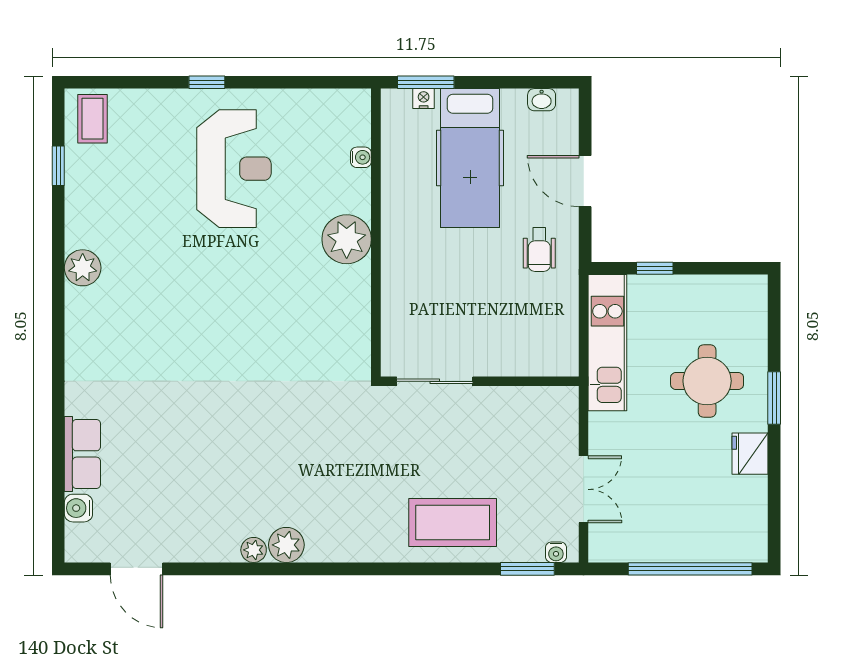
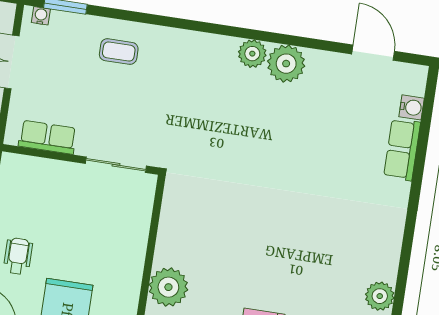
row of seats: (525, 403) -> (48, 137), added
coffee table: (453, 522) -> (119, 52), width x0.54, depth x0.58
plant: (254, 550) -> (286, 64), width x1.88, depth x1.88

